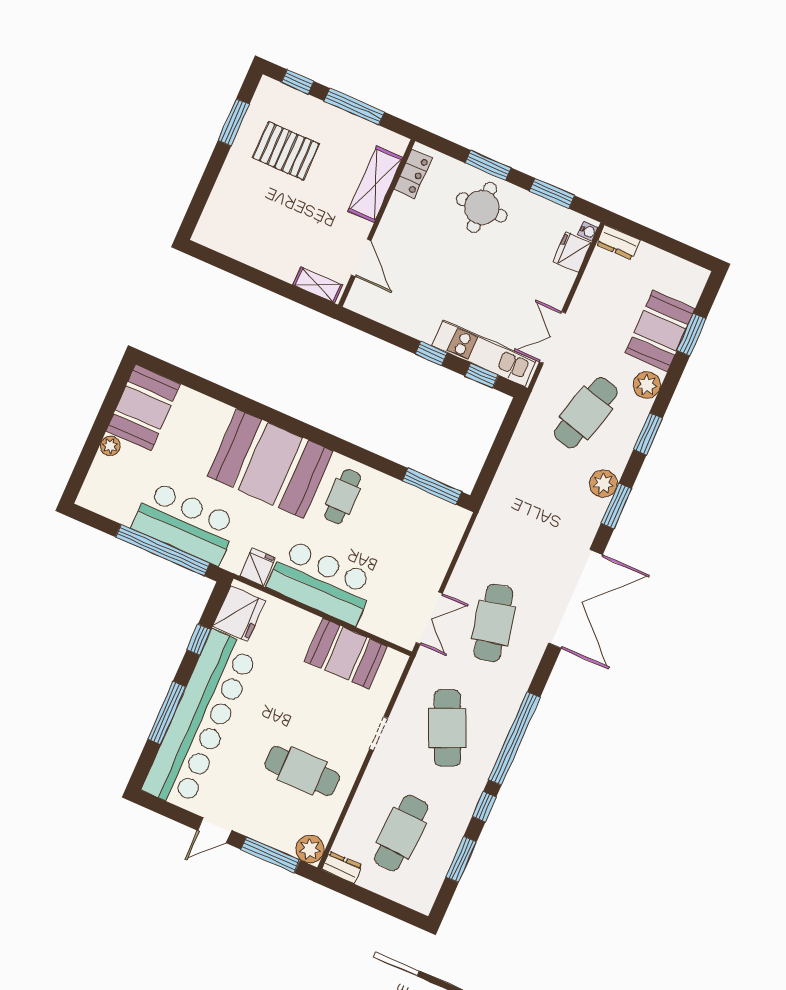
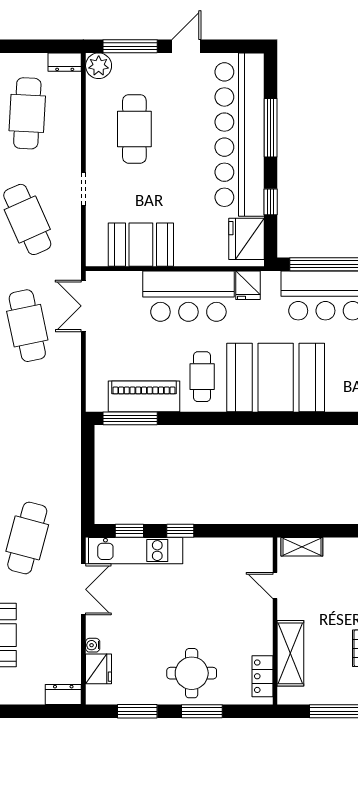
water cooler: (588, 231) -> (93, 645), moved
door: (361, 258) -> (275, 585), width x0.73
piano: (409, 502) -> (144, 396), added
cafe table: (302, 771) -> (134, 129), turned 90

